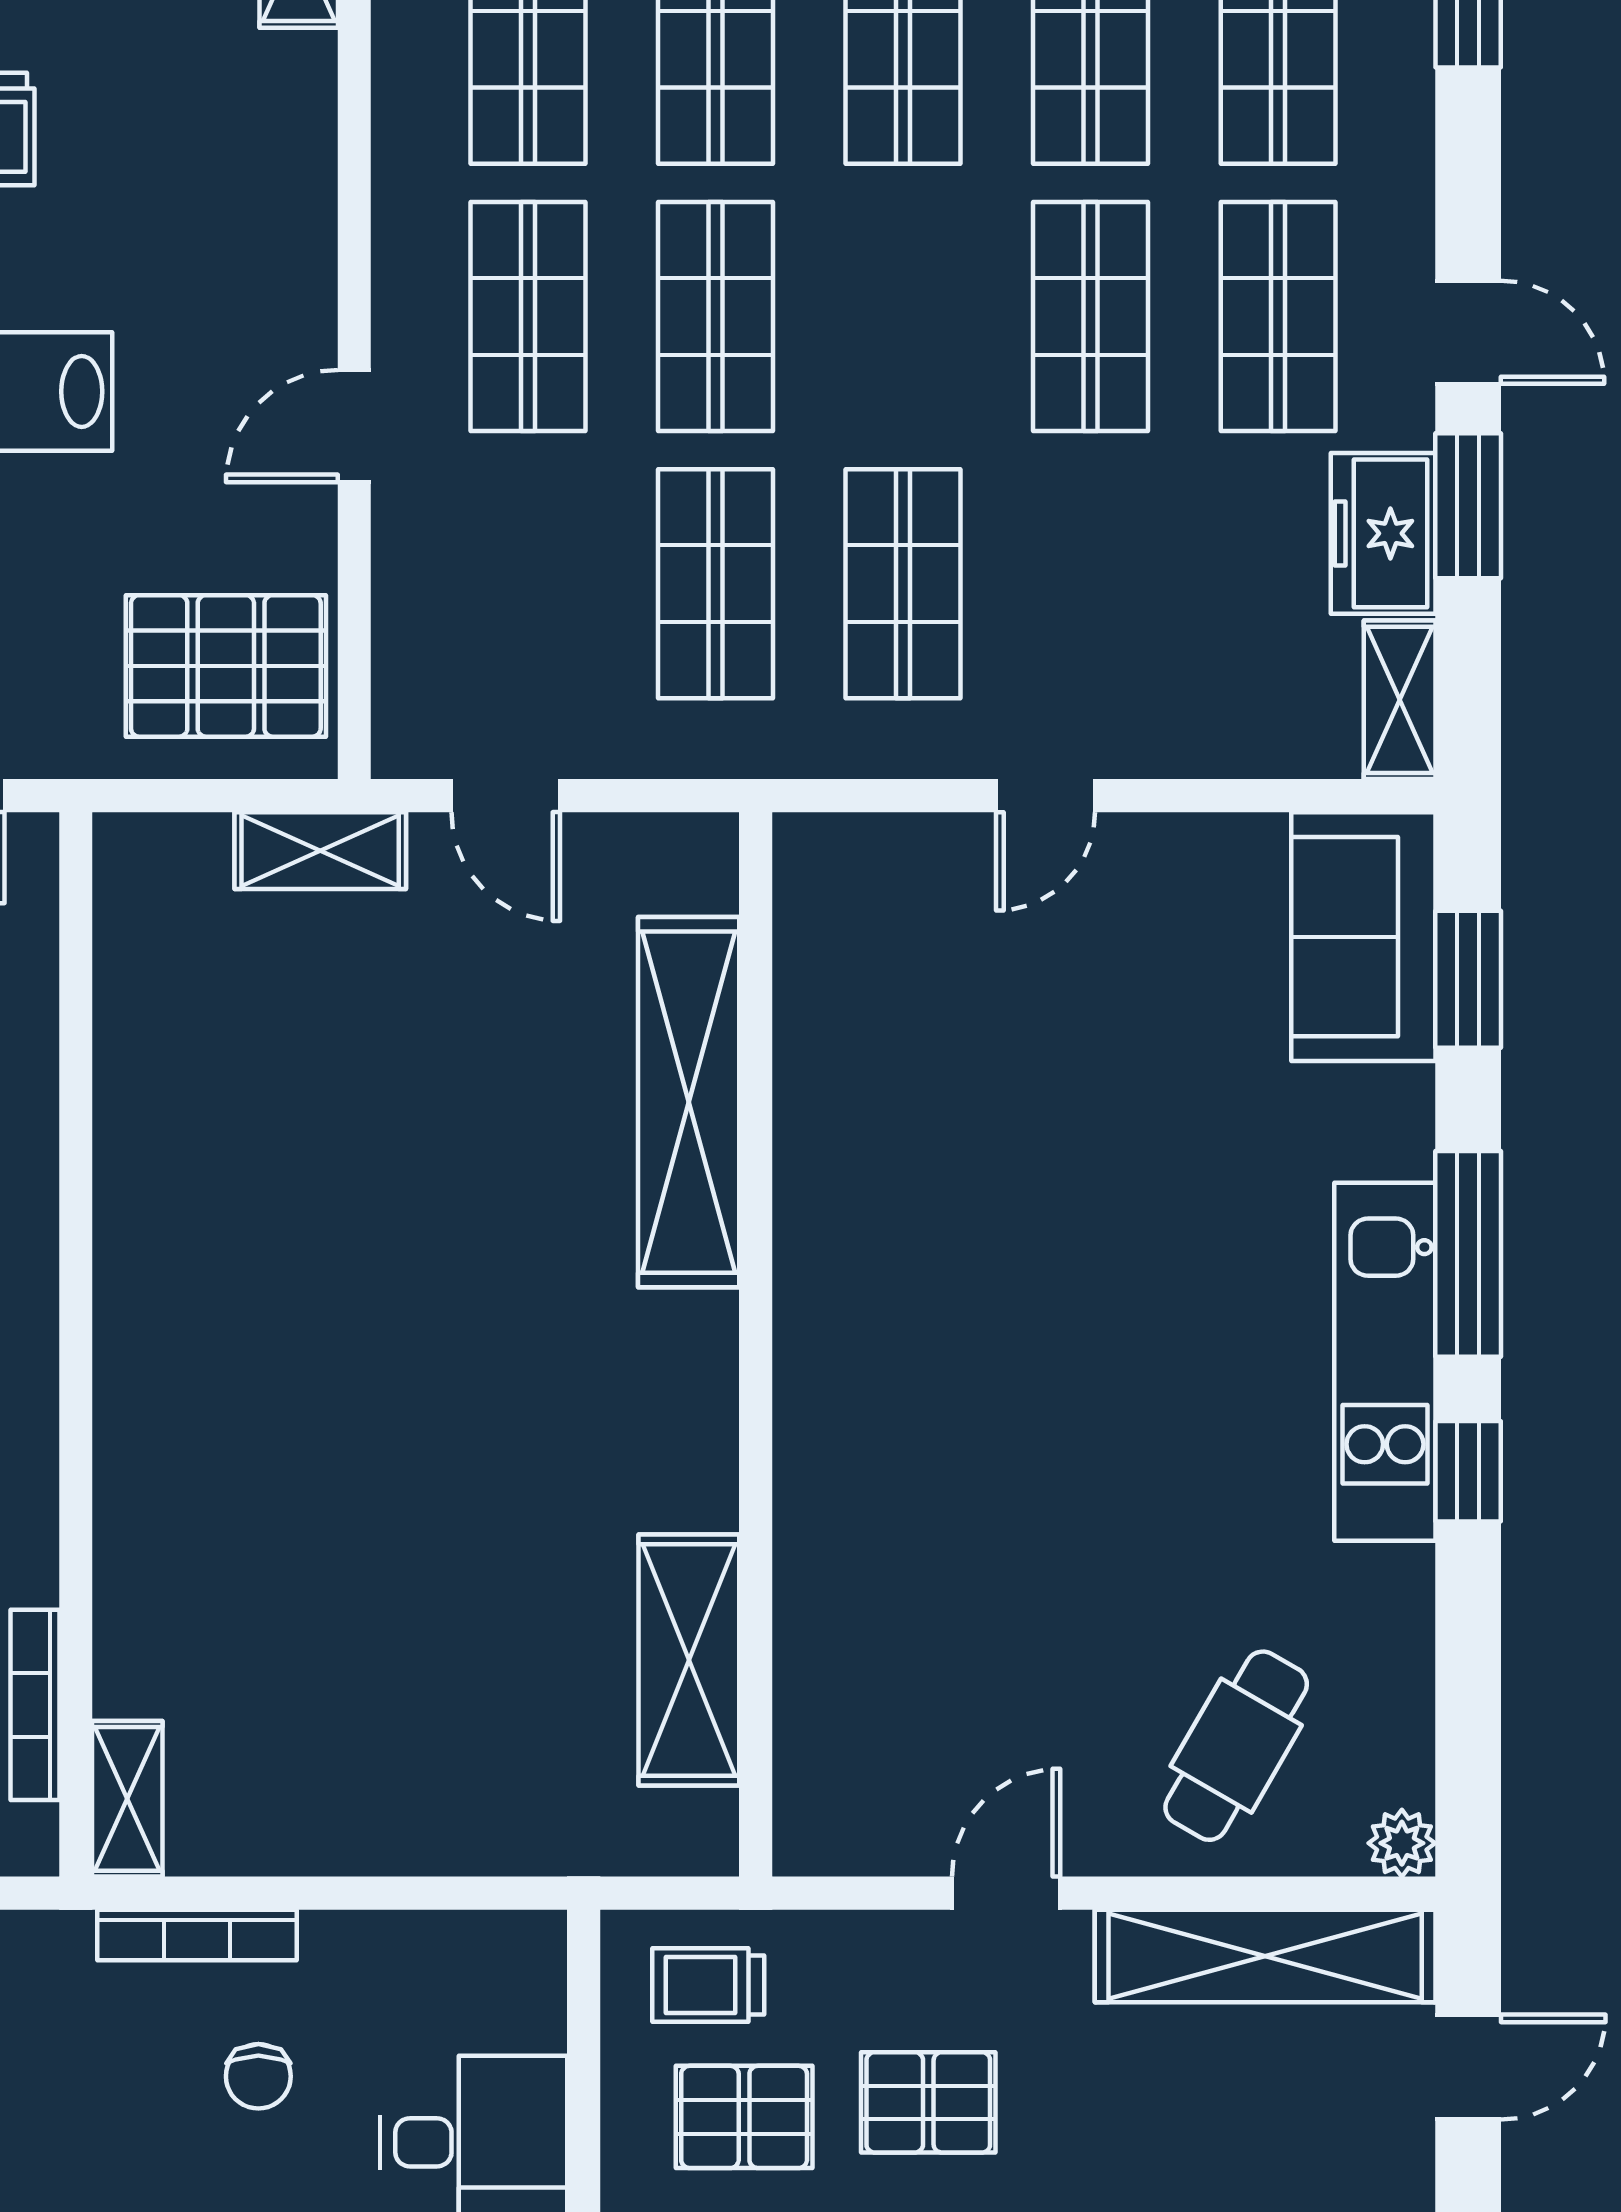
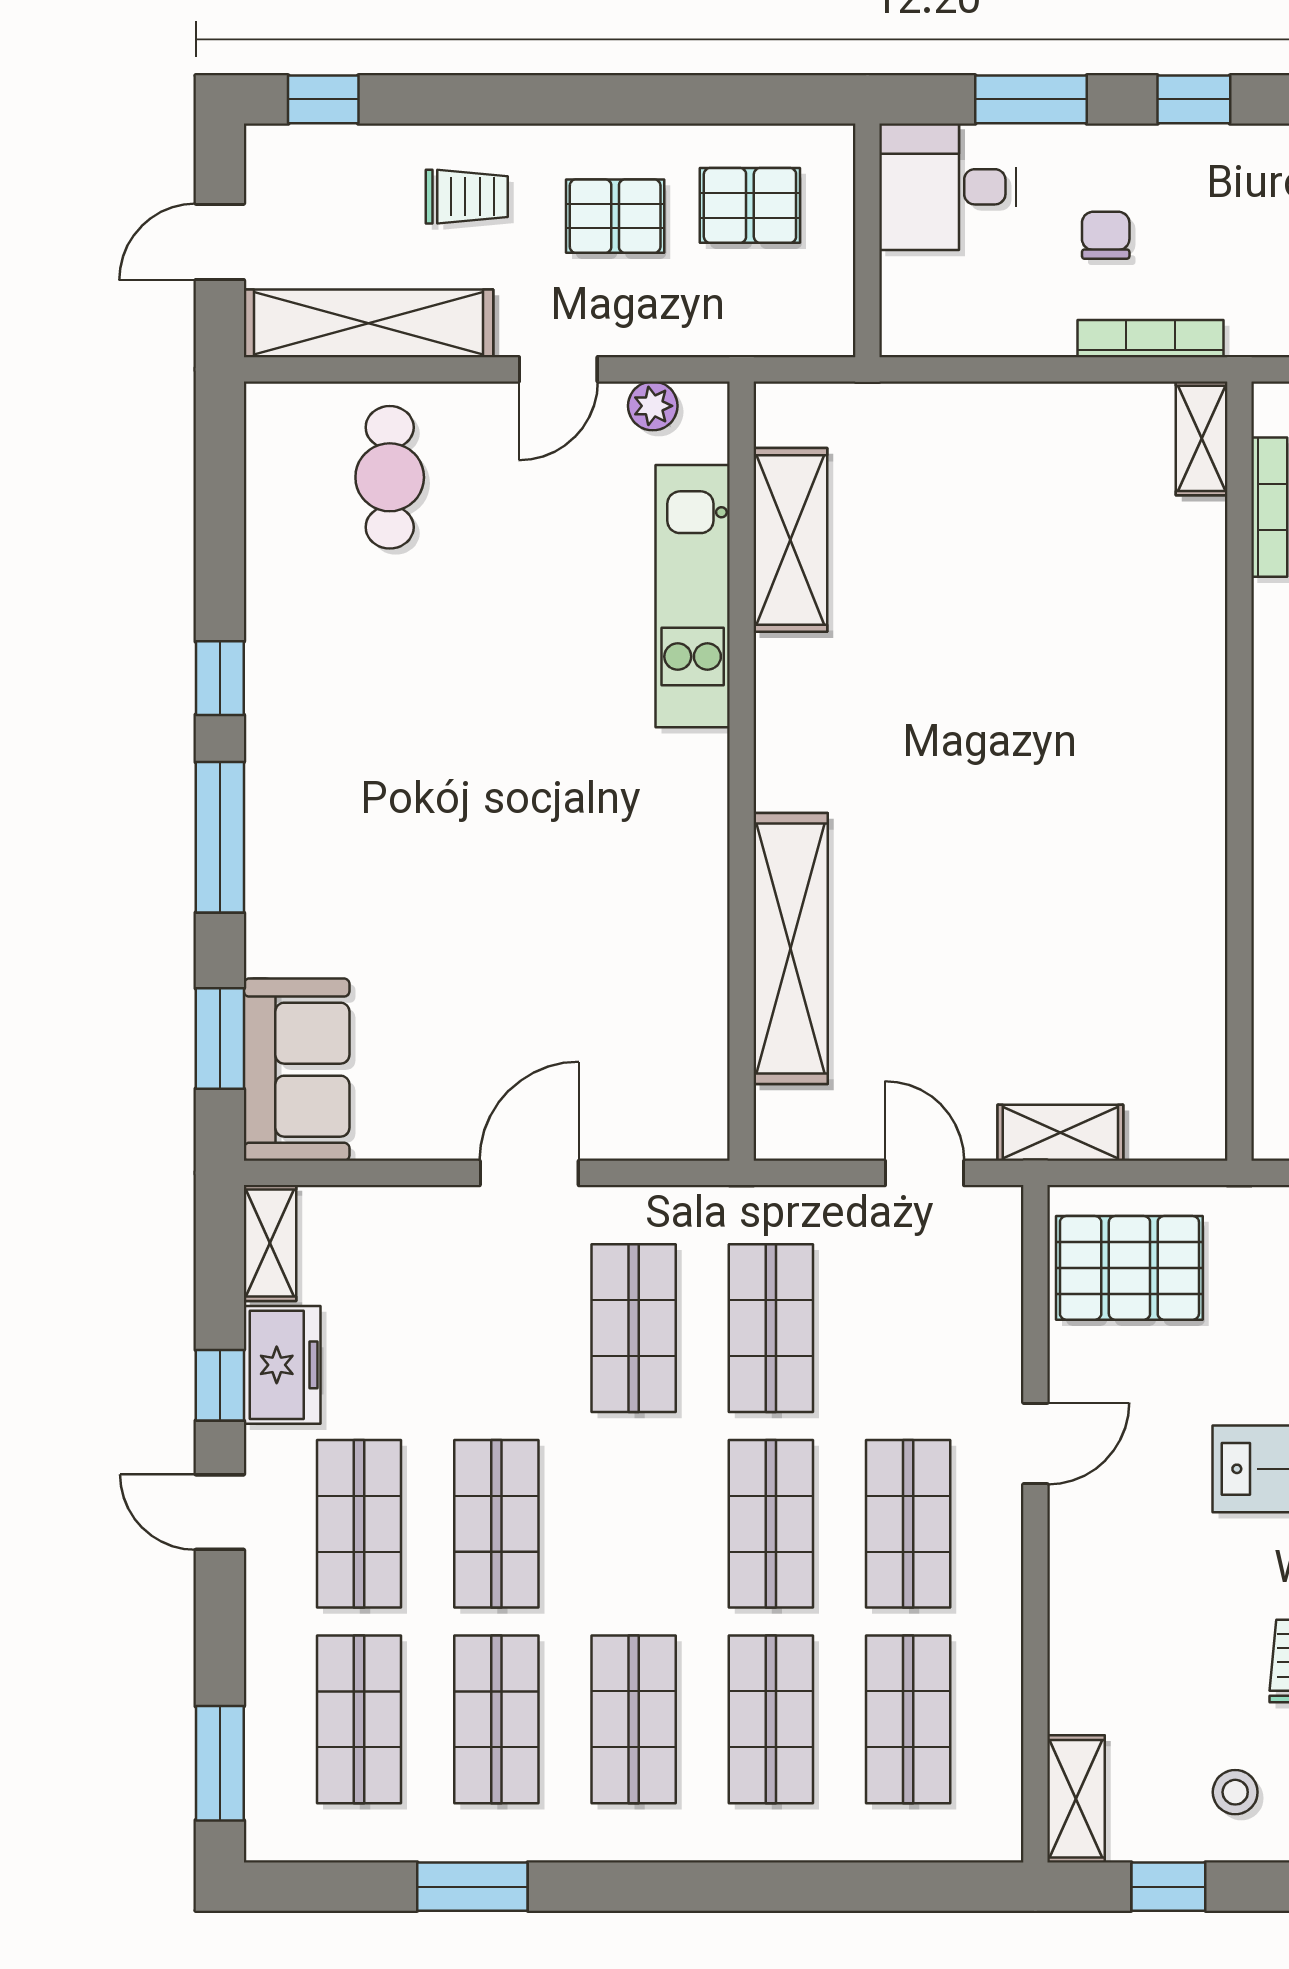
window: (1468, 506) -> (220, 1385), width x0.67
door: (1046, 796) -> (529, 1173), width x1.37
kitchen unit: (1385, 1362) -> (693, 596), moved, turned 180
cafe table: (1236, 1746) -> (390, 477), turned -30
plant: (1402, 1843) -> (653, 406), moved
trolley: (708, 1985) -> (467, 197), moved

